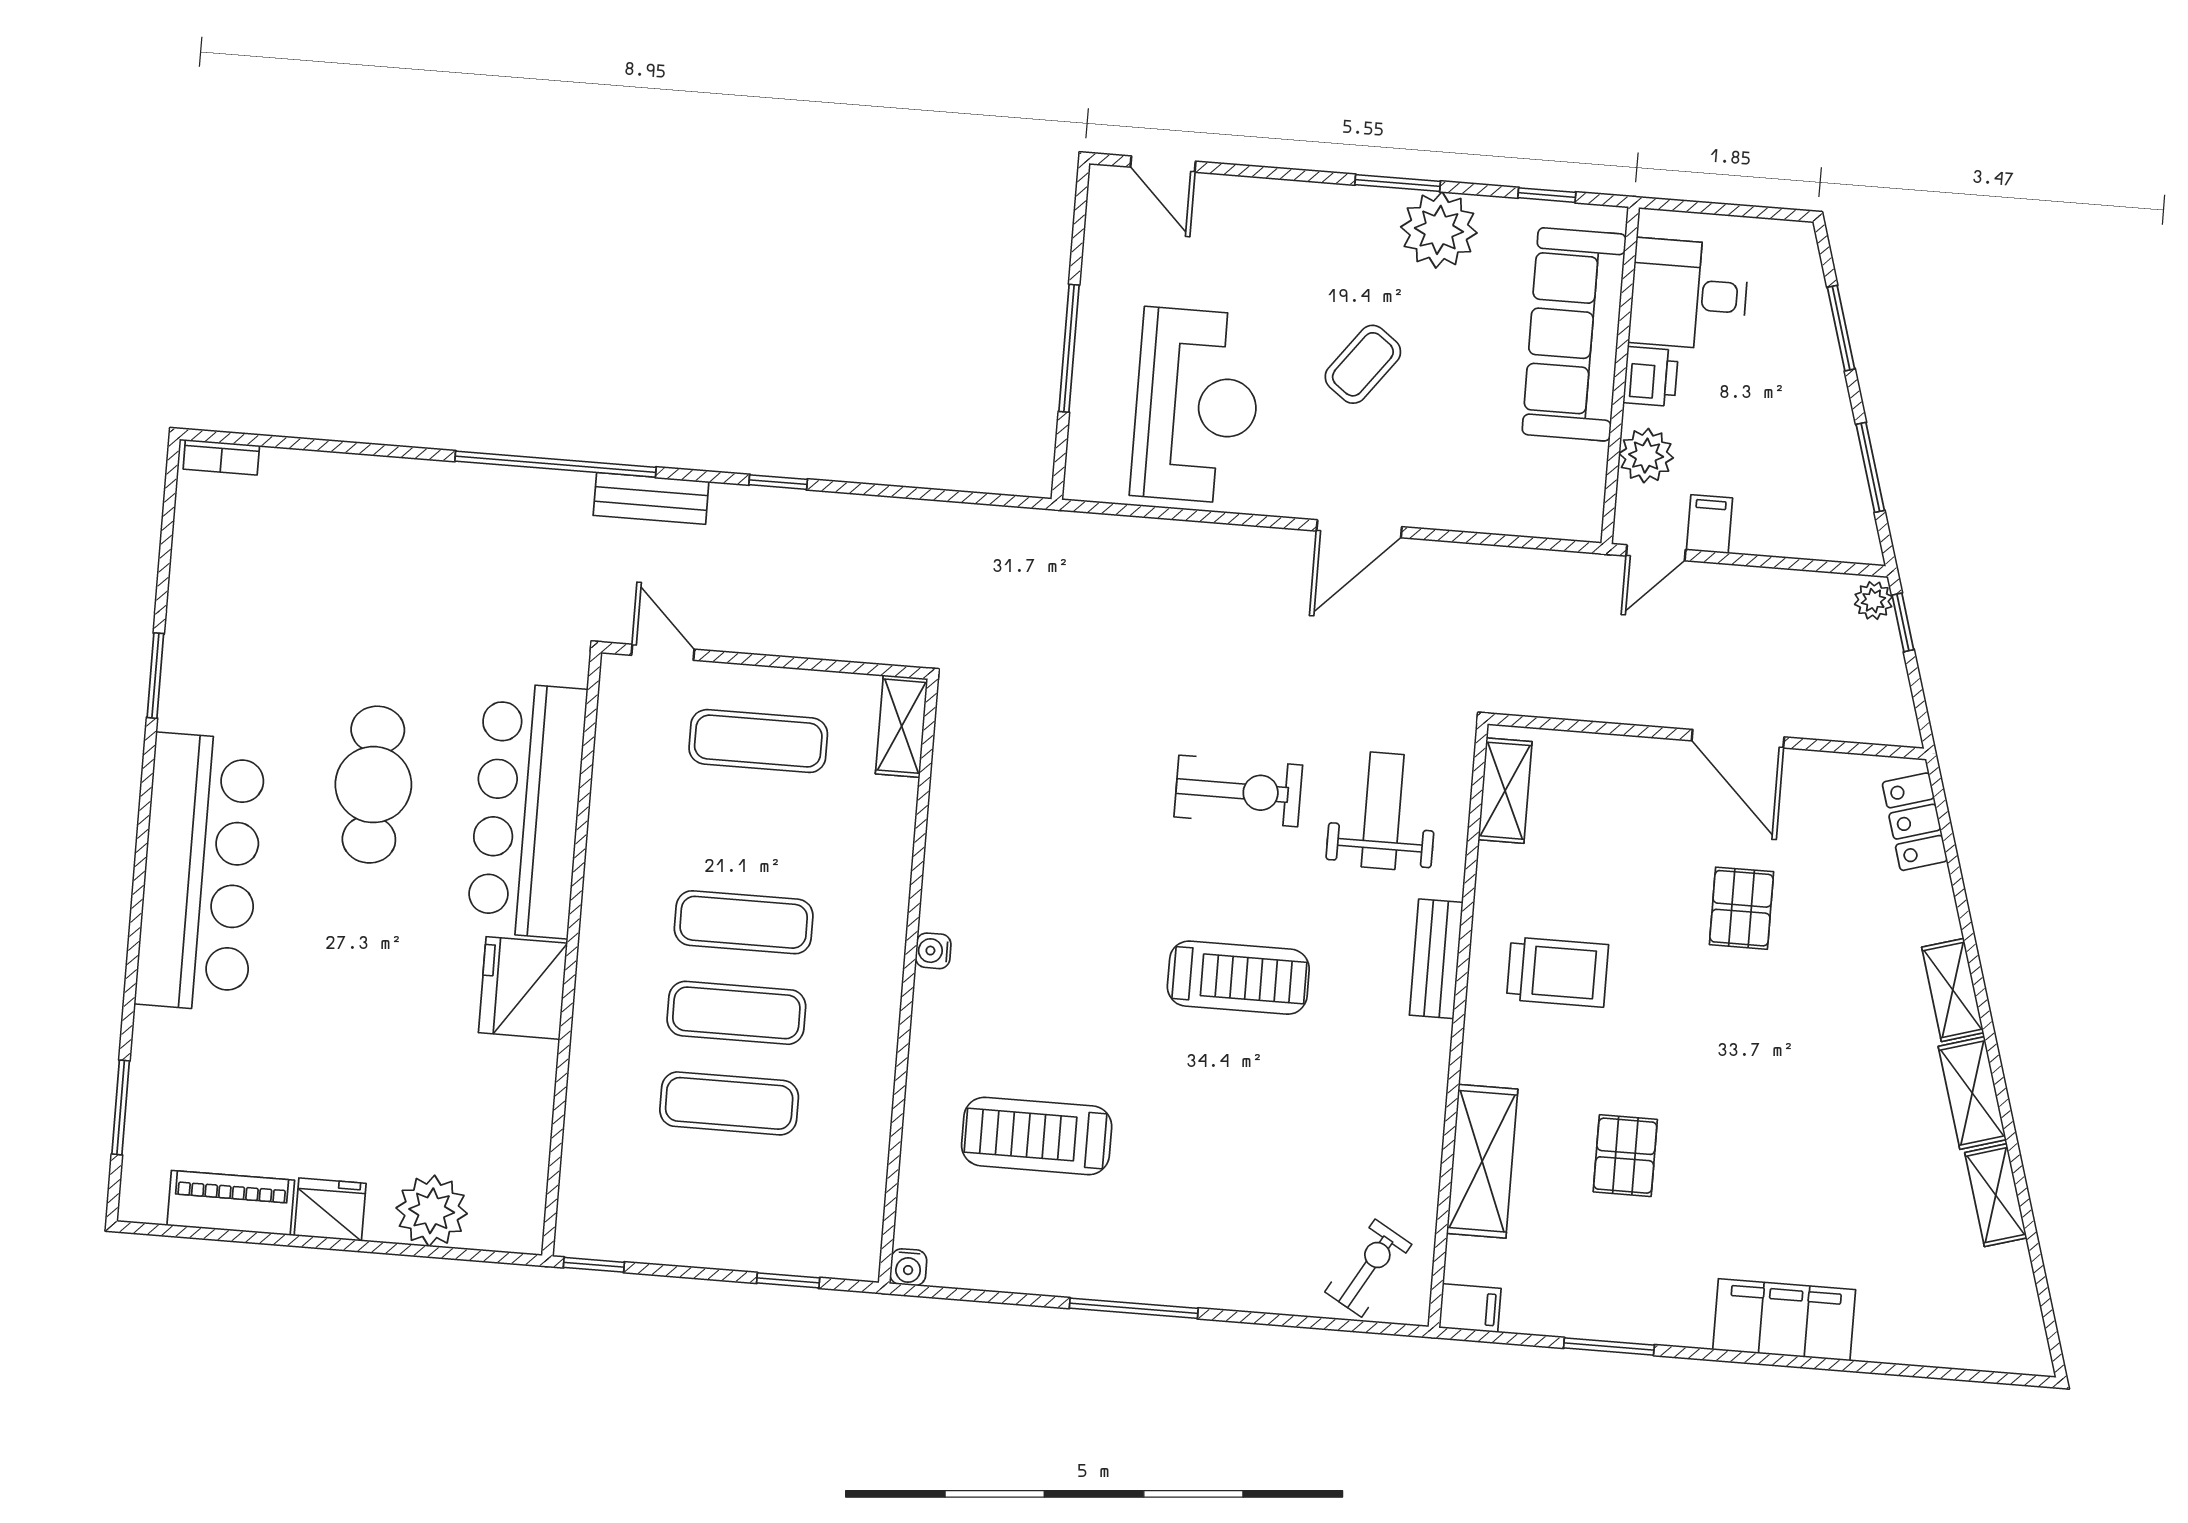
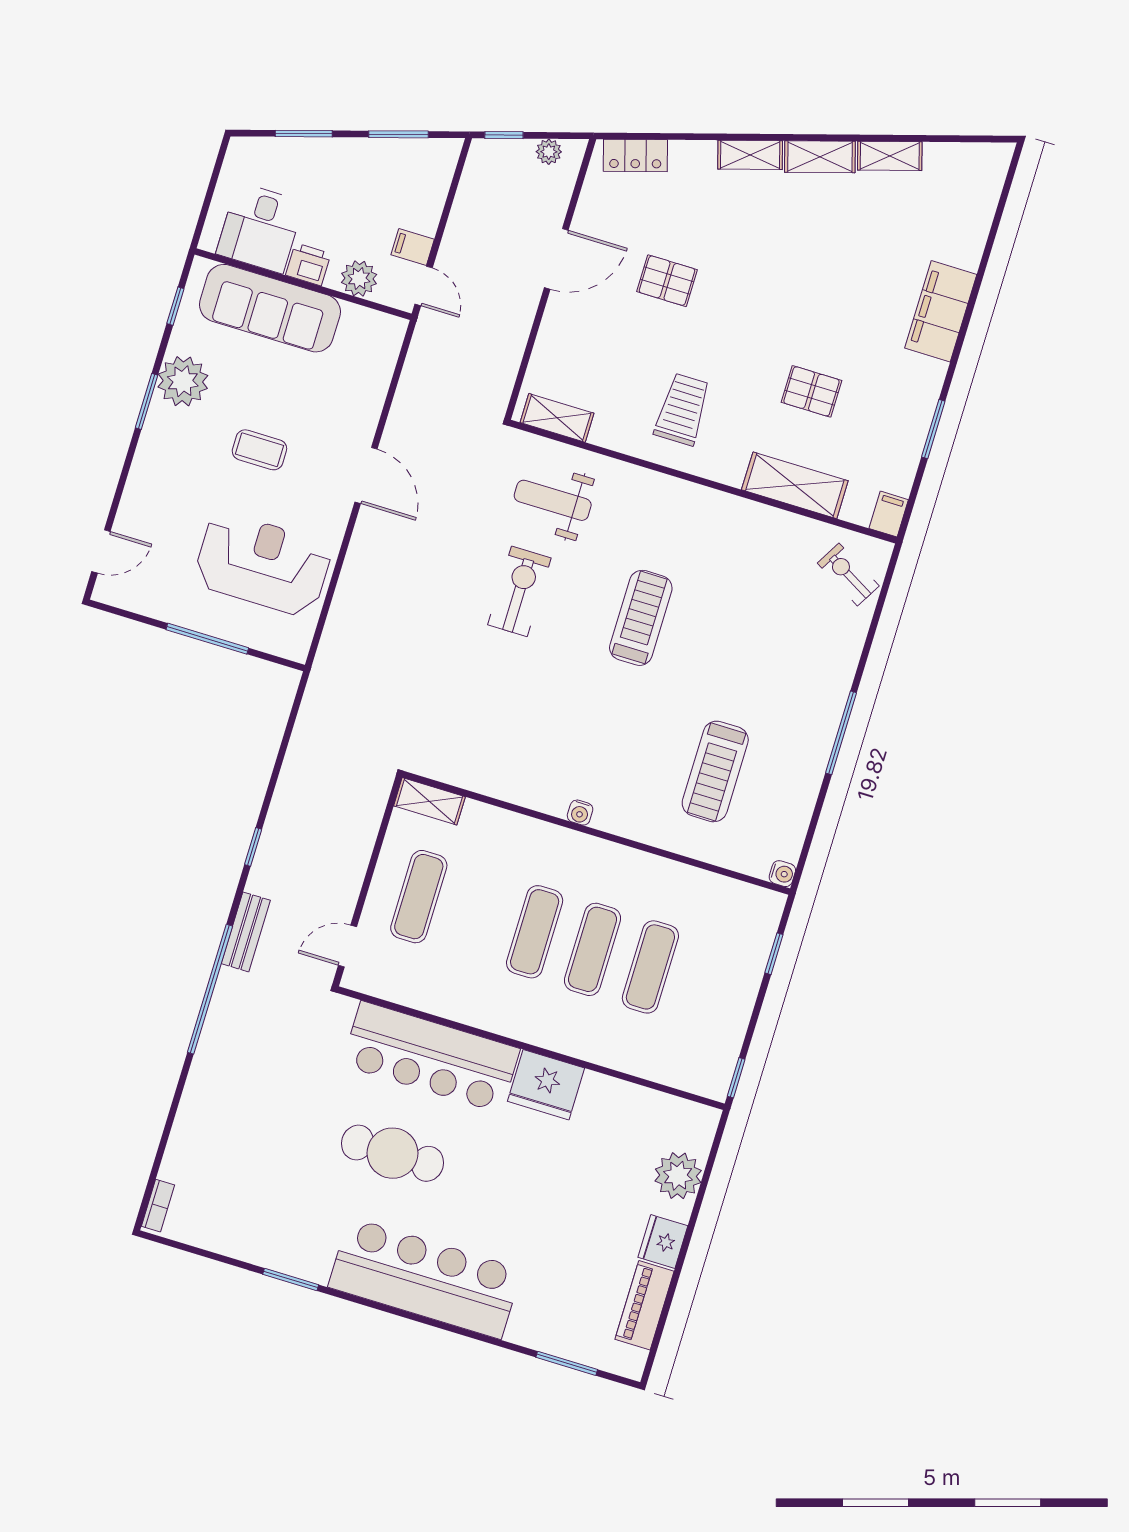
coffee table: (1363, 364) -> (259, 450), turned -37
plant: (1873, 601) -> (549, 152), moved
bench: (1436, 959) -> (657, 486), removed

